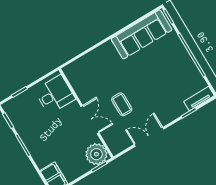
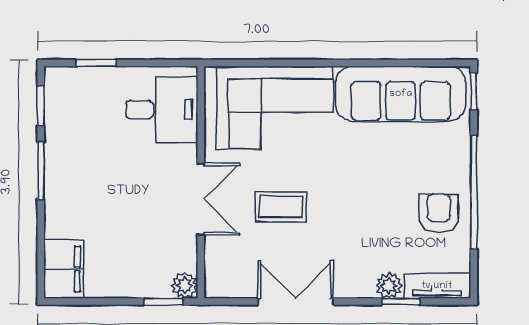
corner sofa: (97, 68) -> (275, 108), added
armchair: (183, 71) -> (439, 213), added
coffee table: (122, 104) -> (281, 207), turned 90
plant: (181, 110) -> (389, 286), added
plant: (96, 154) -> (185, 285), width x0.53, depth x0.53

